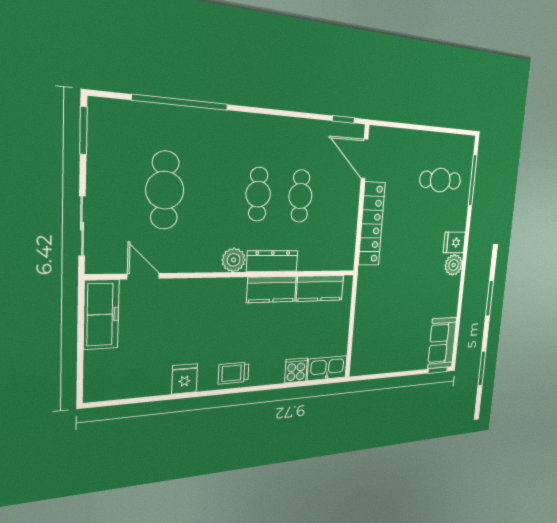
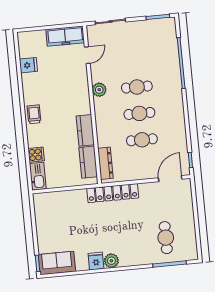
cafe table: (165, 190) -> (137, 87), moved, width x0.73, depth x0.74
locker: (372, 224) -> (113, 193), moved
fridge: (454, 242) -> (96, 261), moved
plant: (234, 260) -> (99, 90), moved
dresser: (272, 261) -> (105, 163), moved
fridge: (185, 379) -> (28, 65), moved

